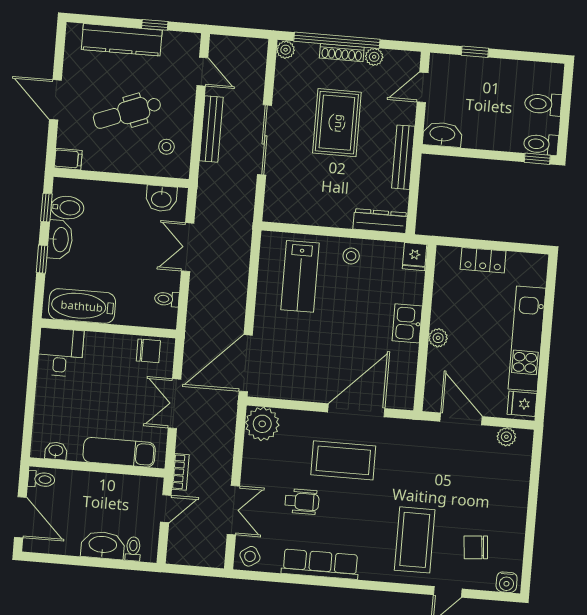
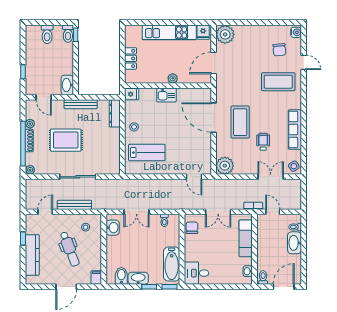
window: (46, 208) -> (170, 287), moved
door: (246, 363) -> (194, 177), width x0.53
plant: (506, 437) -> (225, 34), width x1.87, depth x1.87

